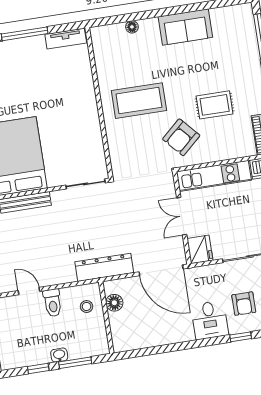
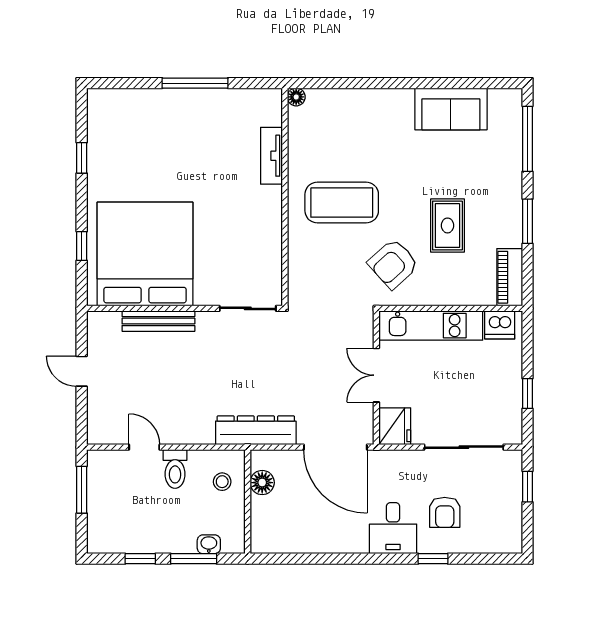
floor lamp: (132, 27) -> (296, 97), moved
sofa: (185, 27) -> (451, 109), moved
tv unit: (66, 39) -> (271, 156), moved, turned 90
rug: (215, 105) -> (447, 225), turned 90
washbasin: (59, 355) -> (209, 544), moved

